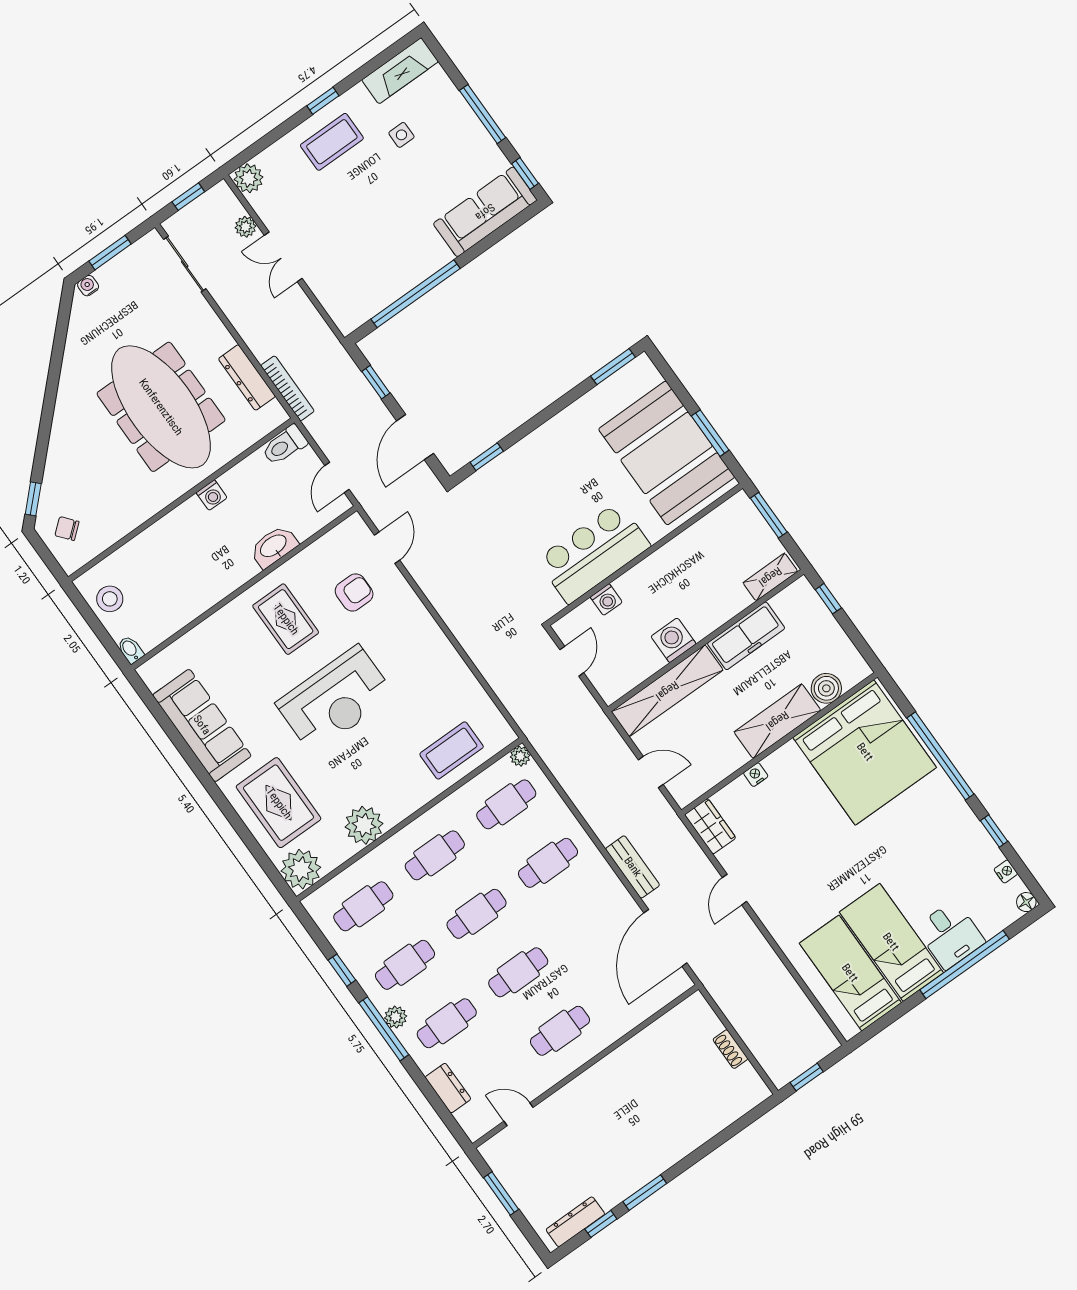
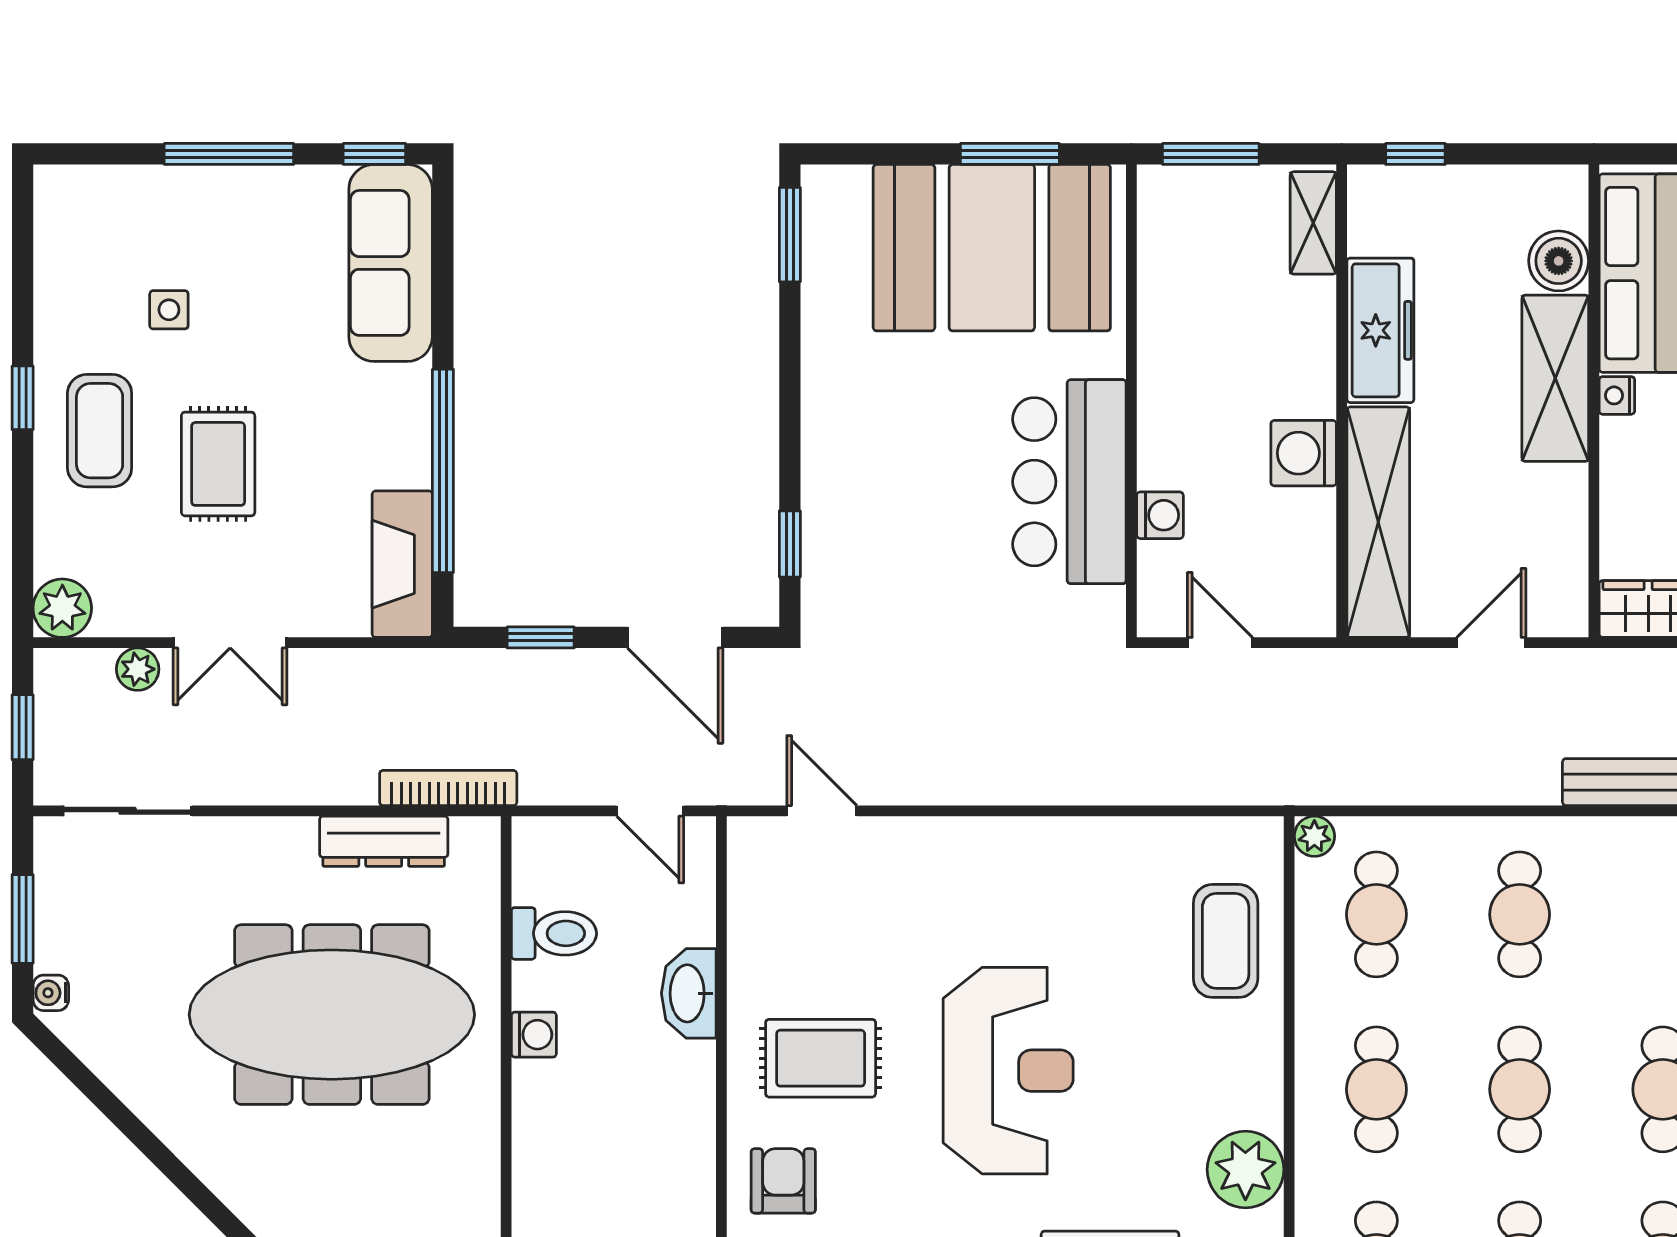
fireplace: (400, 71) -> (402, 564), moved, turned 180
rug: (353, 200) -> (218, 464), added
toilet: (285, 445) -> (554, 933), moved, turned -90
armchair: (354, 593) -> (783, 1181), moved
nightstand: (756, 775) -> (1617, 395), moved

